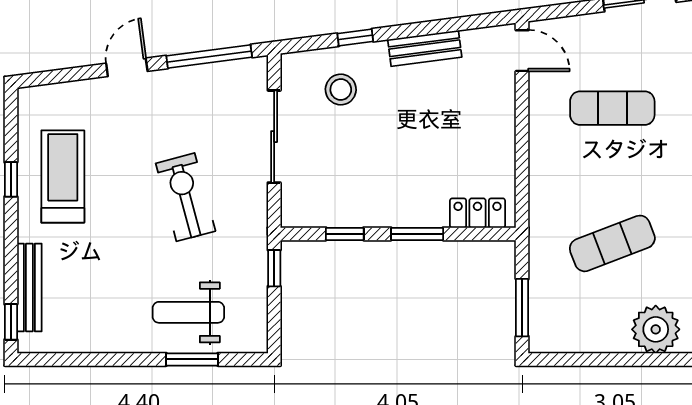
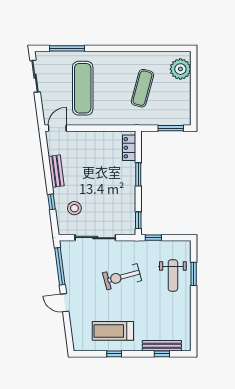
exercise mat: (612, 108) -> (83, 88), width x1.36, depth x1.45
window: (345, 234) -> (138, 220), moved
exercise mat: (612, 243) -> (142, 88), turned 36
window: (11, 322) -> (162, 354), moved

